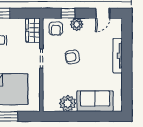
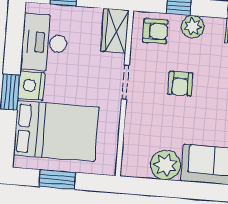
armchair: (56, 29) -> (155, 31), turned -90
armchair: (72, 57) -> (180, 84), turned -80

